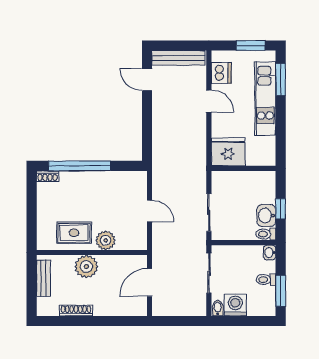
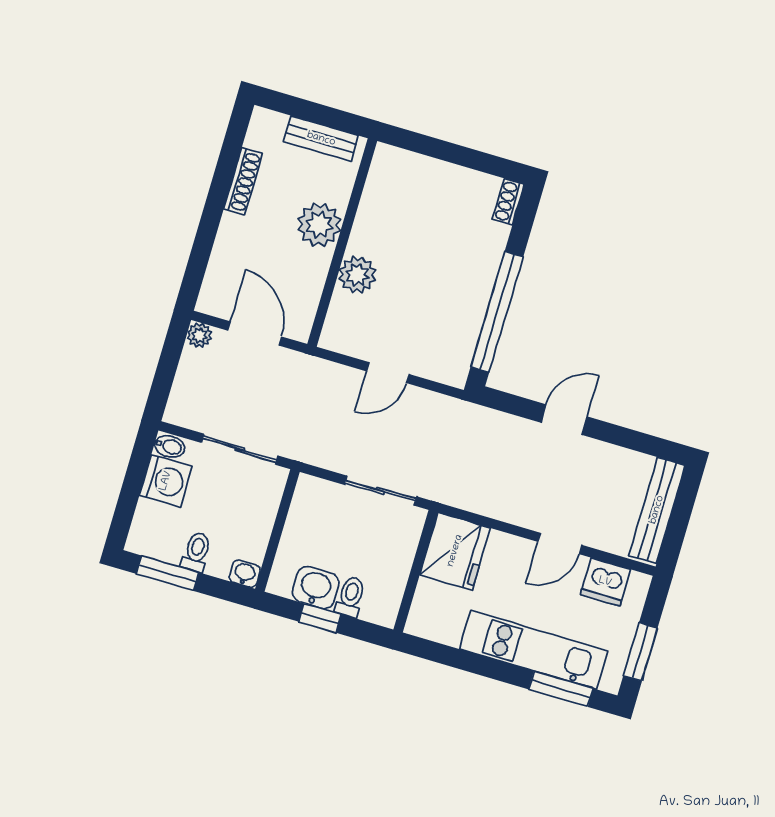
door: (147, 80) -> (564, 420), moved
window: (80, 166) -> (497, 312), moved
sliding door: (209, 212) -> (381, 491), moved
rug: (74, 233) -> (389, 220), removed
toilet: (266, 234) -> (350, 597), moved
plant: (158, 310) -> (199, 335), added

